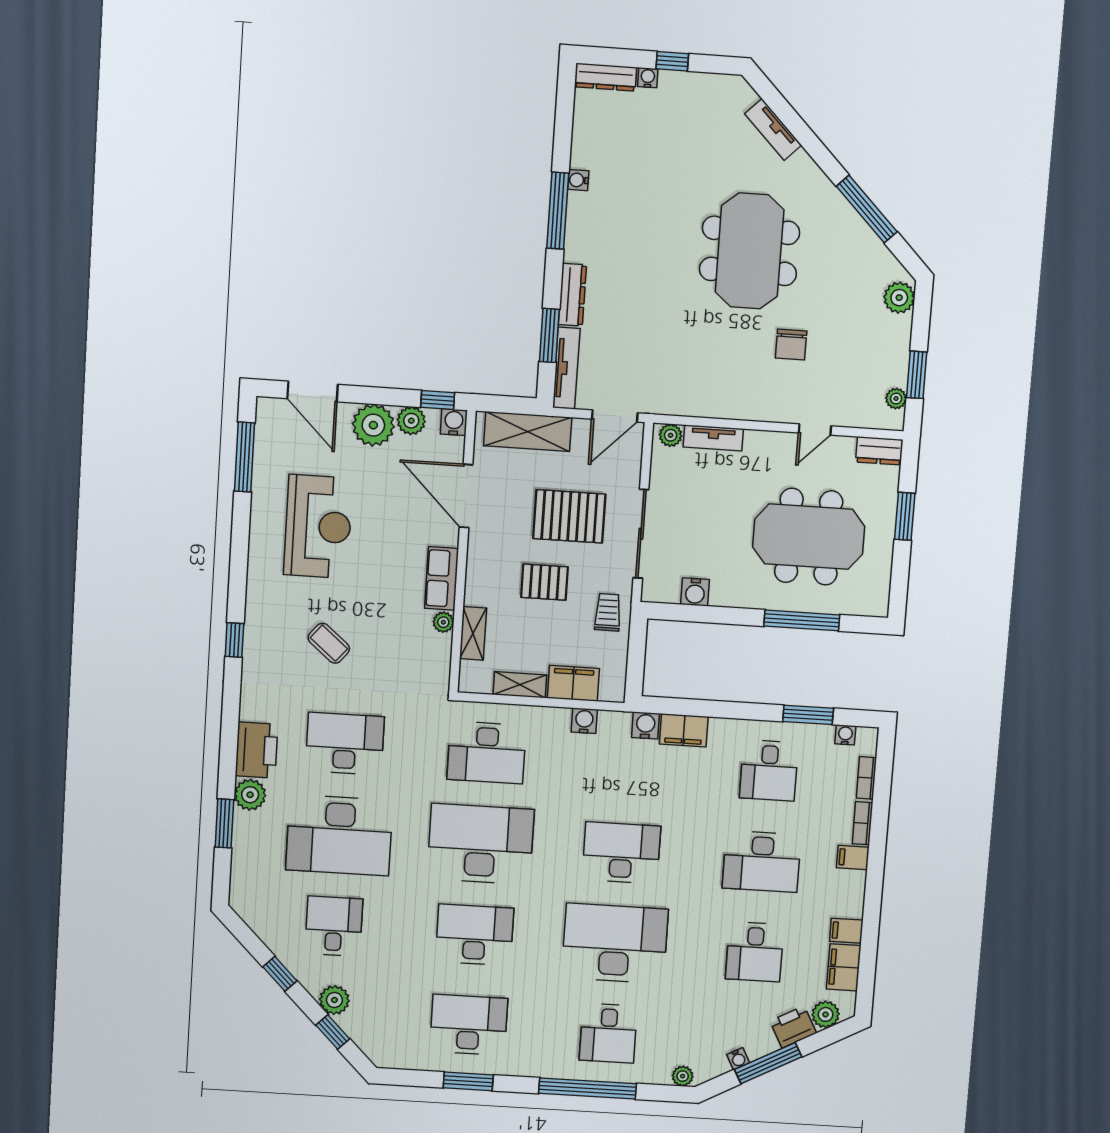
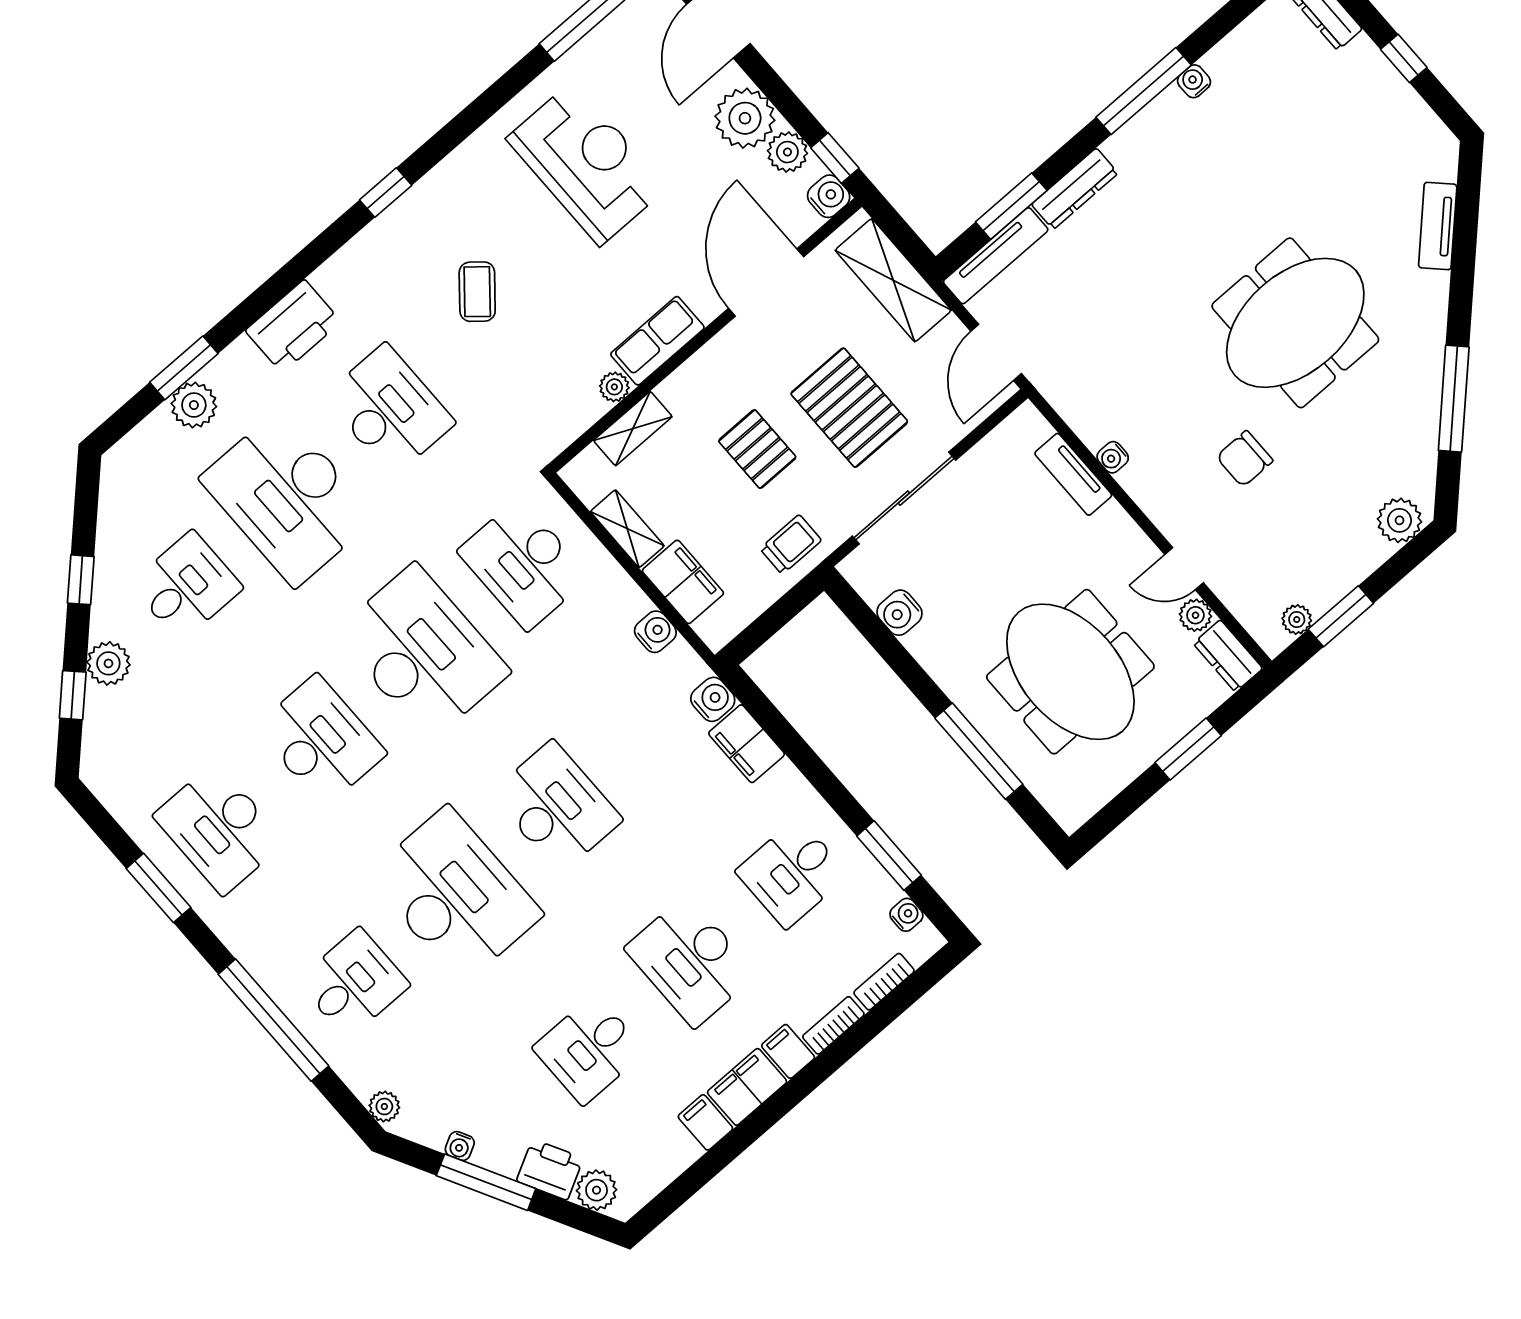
water cooler: (648, 78) -> (1113, 457), moved, turned 180
door: (615, 416) -> (996, 352), hinge flipped
plant: (671, 435) -> (1195, 615), moved
reception desk: (318, 526) -> (586, 163), turned -90
plant: (250, 795) -> (194, 405), moved
filing cabinet: (844, 967) -> (747, 1087), moved
desk: (469, 1025) -> (219, 829), turned 180
desk: (608, 1033) -> (353, 983), turned 180

